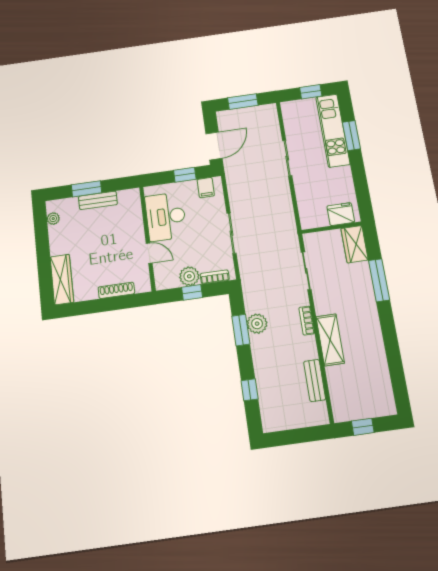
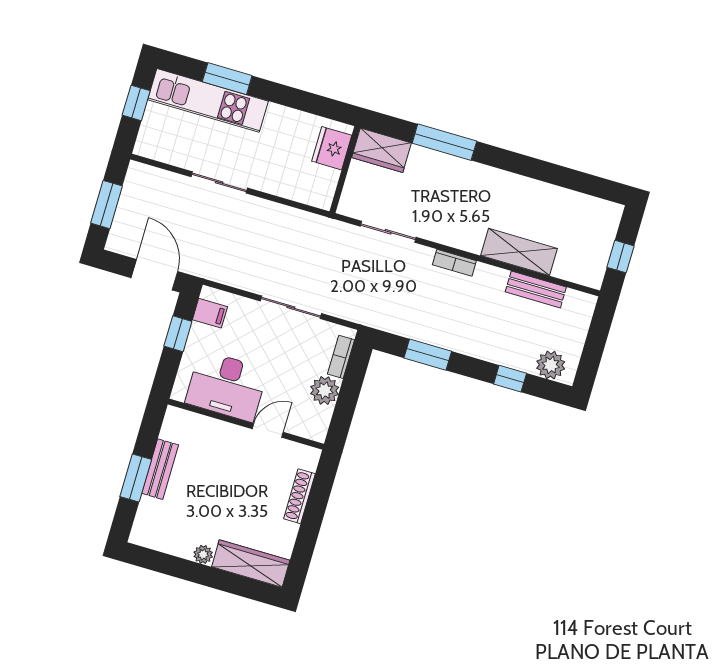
plant: (53, 219) -> (203, 554), moved
window: (192, 292) -> (348, 396), removed
plant: (257, 324) -> (551, 365), moved
shelving: (330, 340) -> (519, 252), moved

